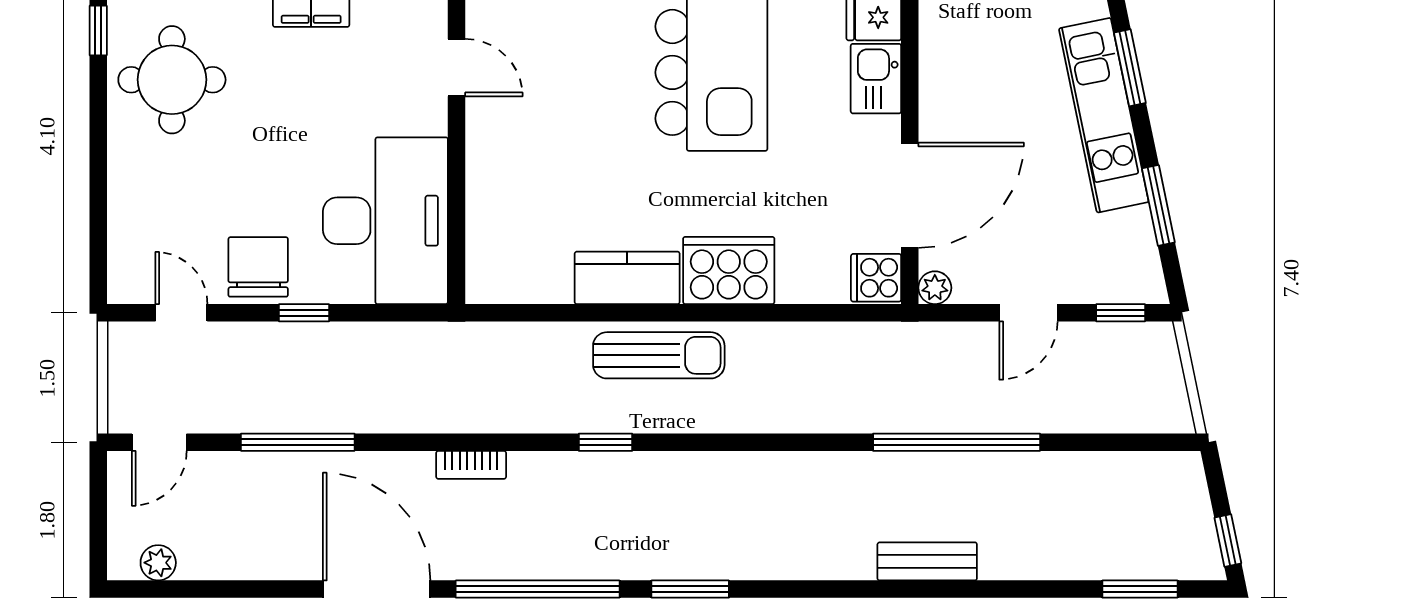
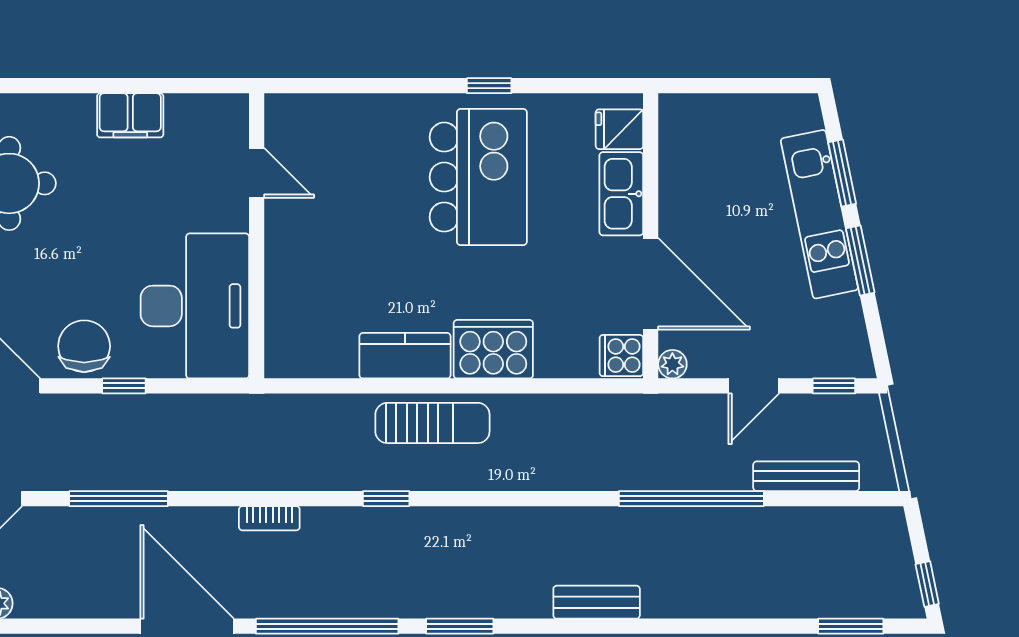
kitchen sink: (876, 79) -> (621, 194), width x1.38
door: (910, 195) -> (651, 284), hinge flipped
window: (1158, 205) -> (860, 261), moved
bench: (1089, 417) -> (806, 476), added
bench: (927, 561) -> (597, 602), moved

